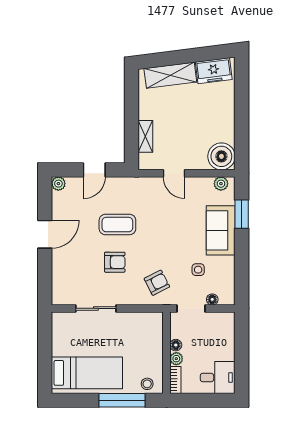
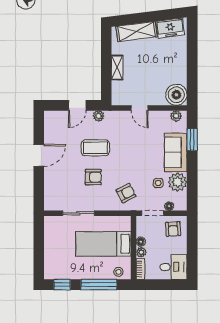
shelving: (145, 136) -> (117, 68), moved
plant: (58, 184) -> (99, 116), moved
plant: (223, 268) -> (178, 182), added
armchair: (217, 329) -> (173, 229), added
bed: (87, 373) -> (103, 244), moved, turned 180
window: (75, 400) -> (62, 285), added

